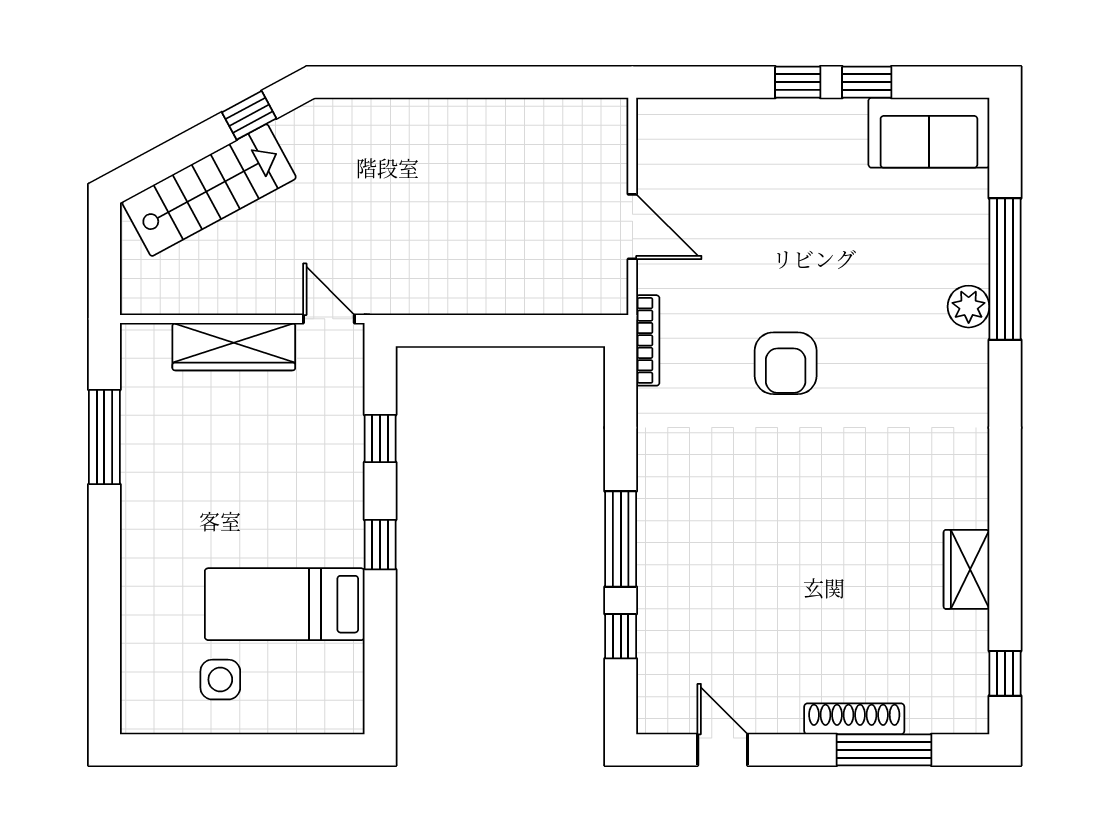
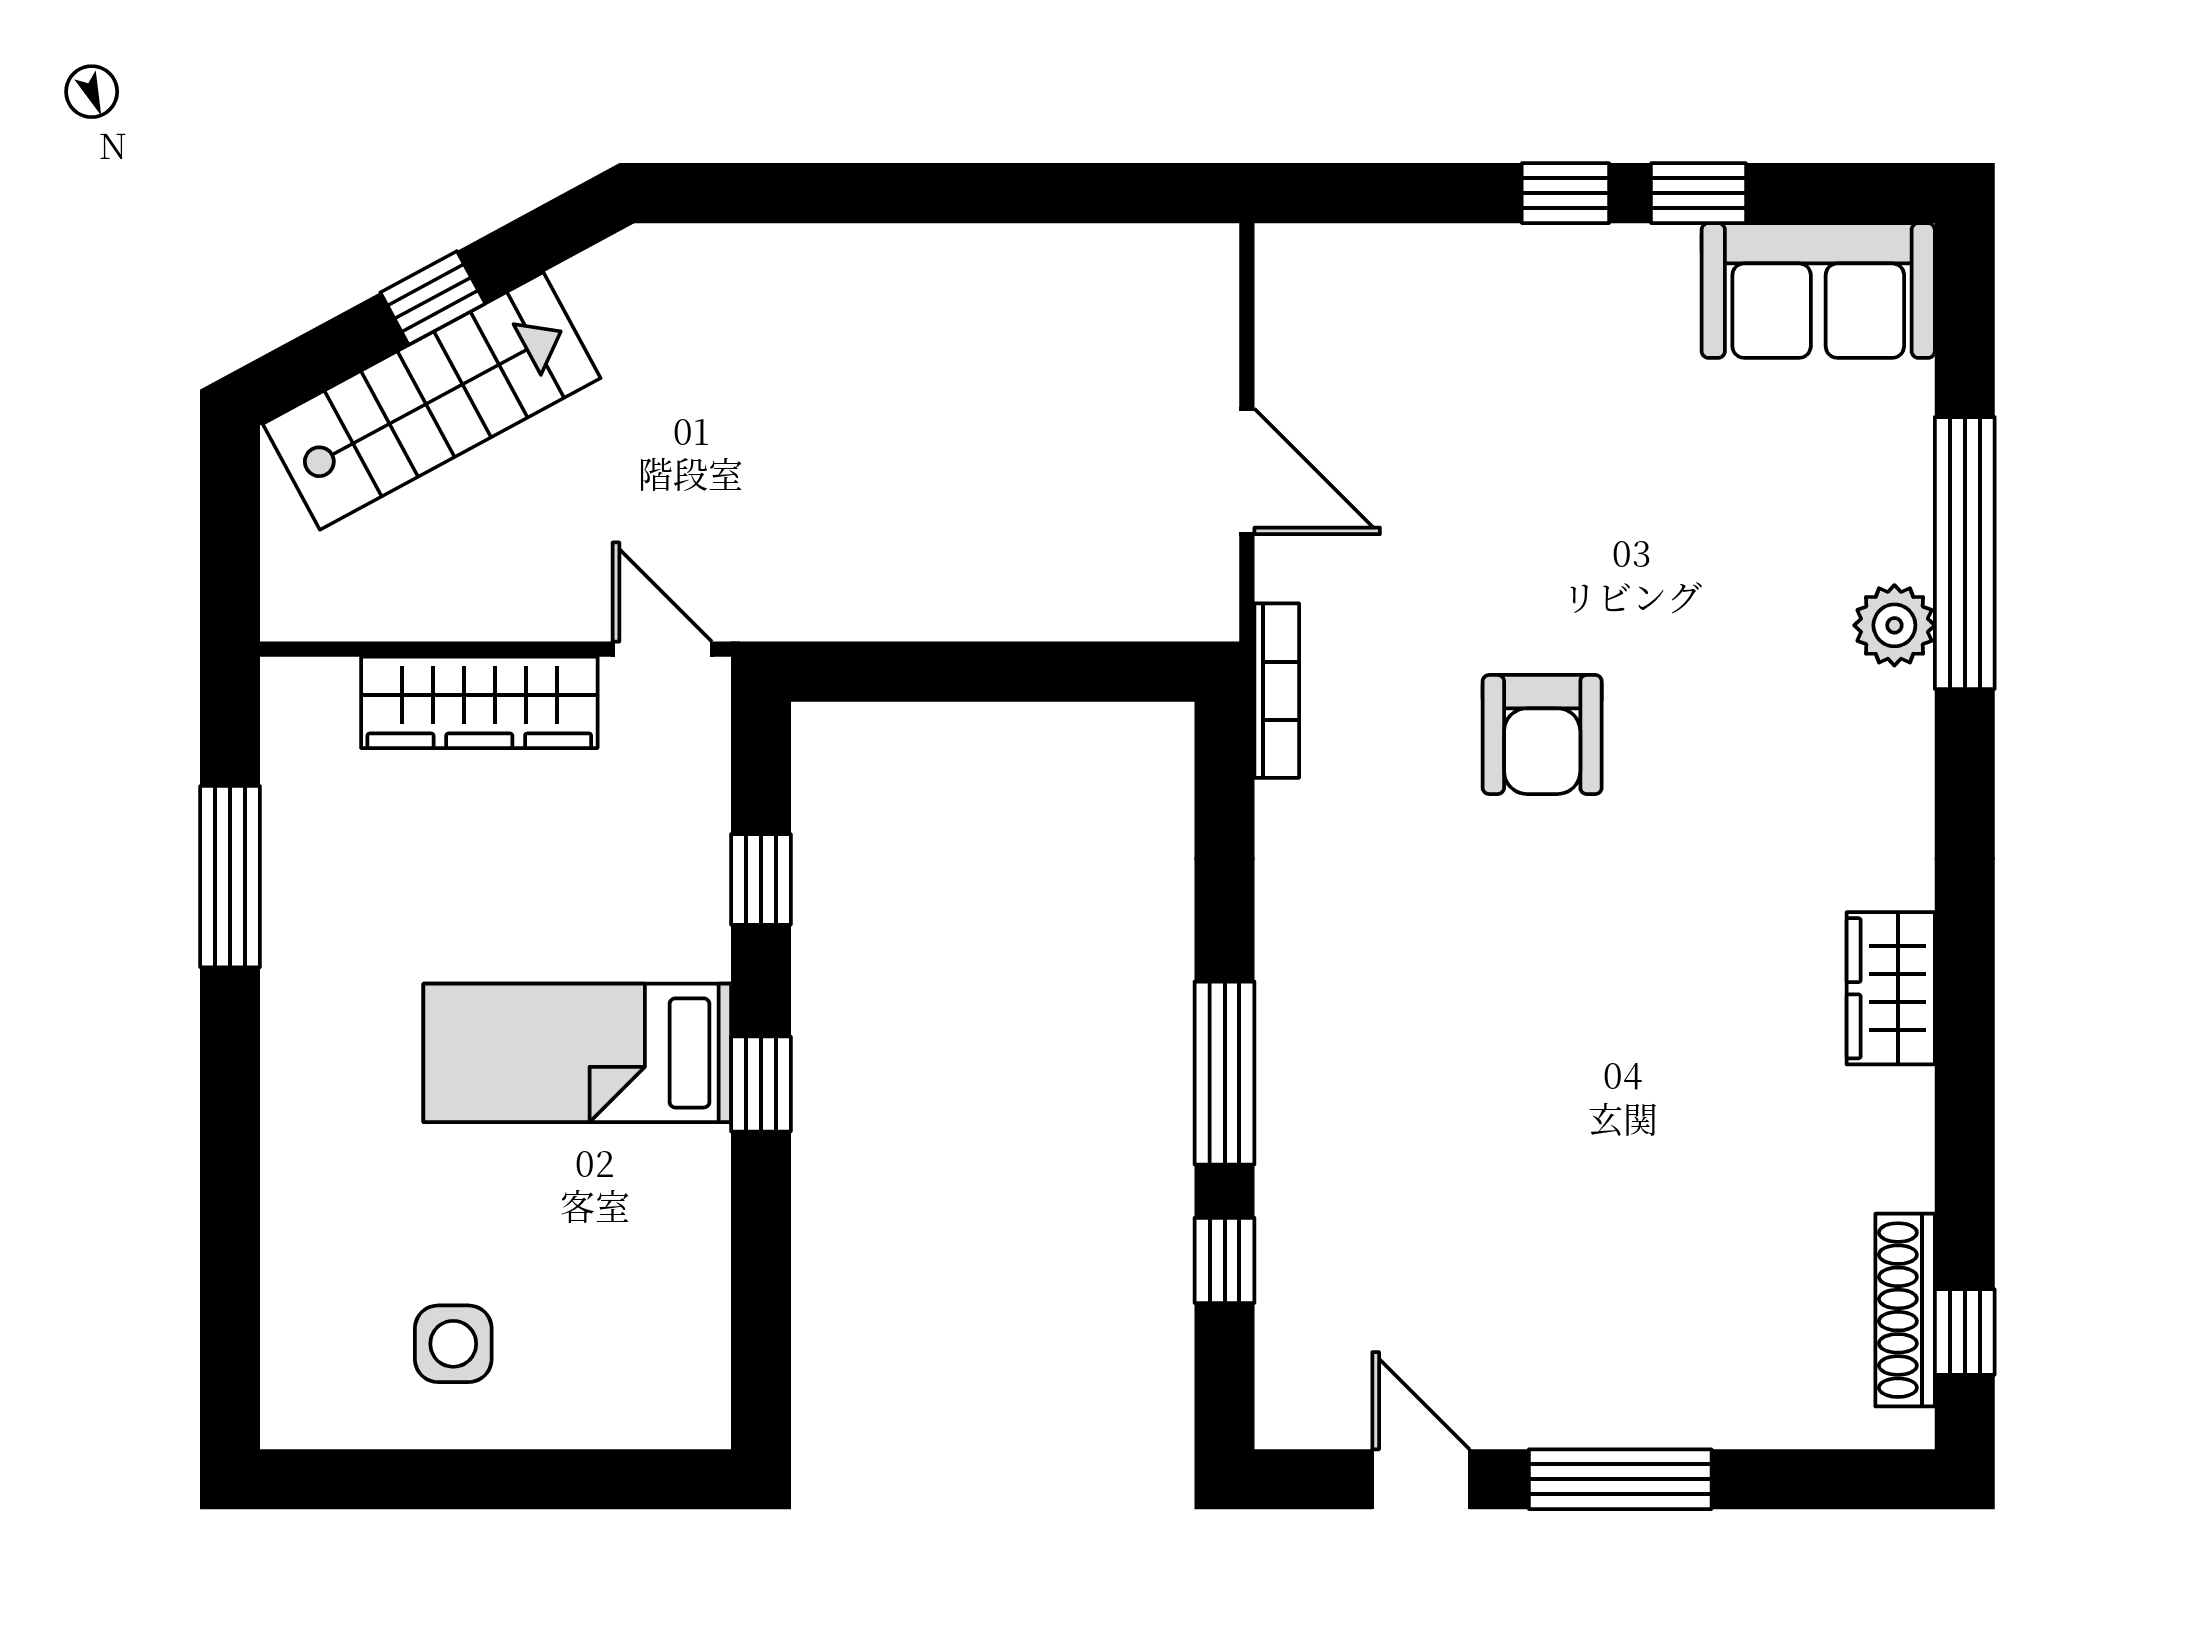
window: (249, 115) -> (433, 298), moved
wardrobe: (967, 569) -> (1891, 988), moved
bed: (285, 604) -> (577, 1053), moved
shoe rack: (854, 719) -> (1905, 1310), moved, turned -90
window: (884, 750) -> (1620, 1479), moved

